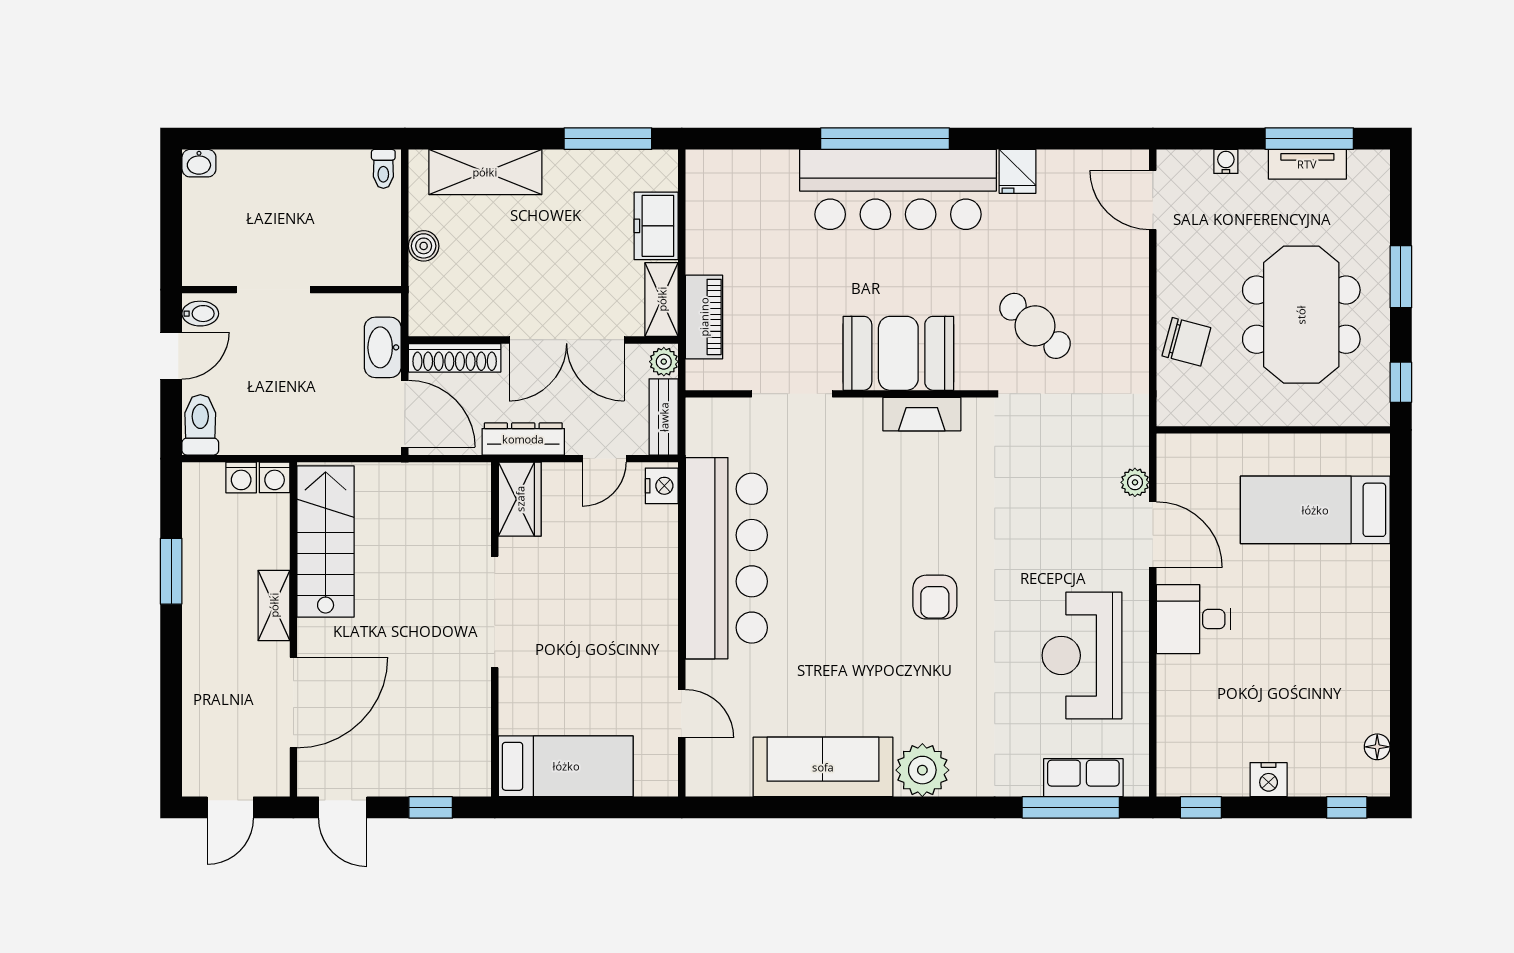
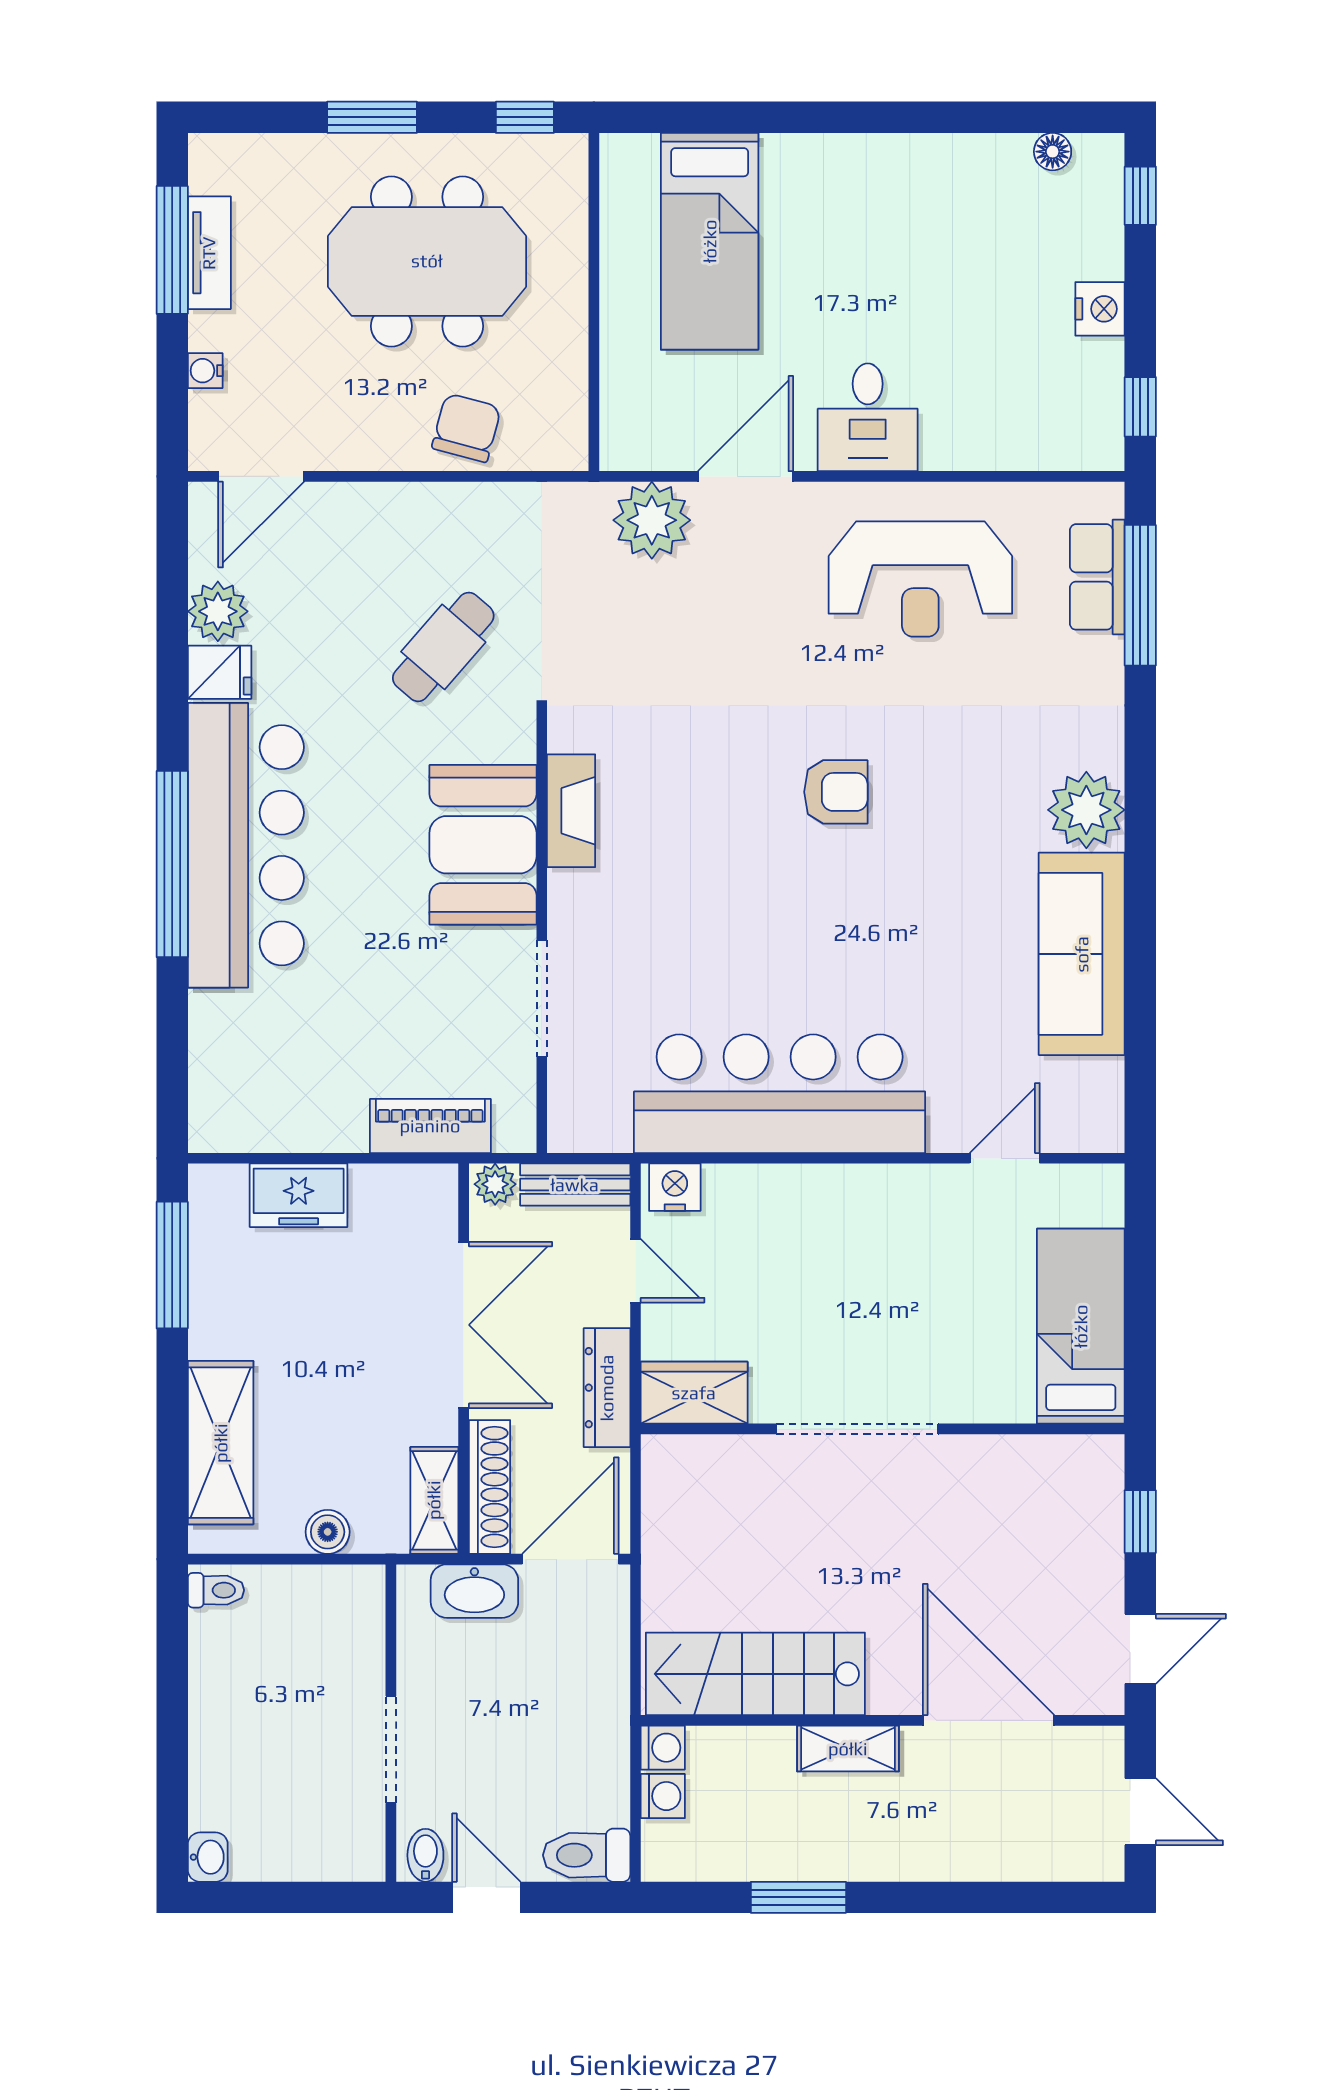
plant: (1060, 170) -> (218, 611), added
shelving: (662, 299) -> (434, 1500), moved, turned 90
plant: (1135, 482) -> (652, 520), width x1.87, depth x1.87

